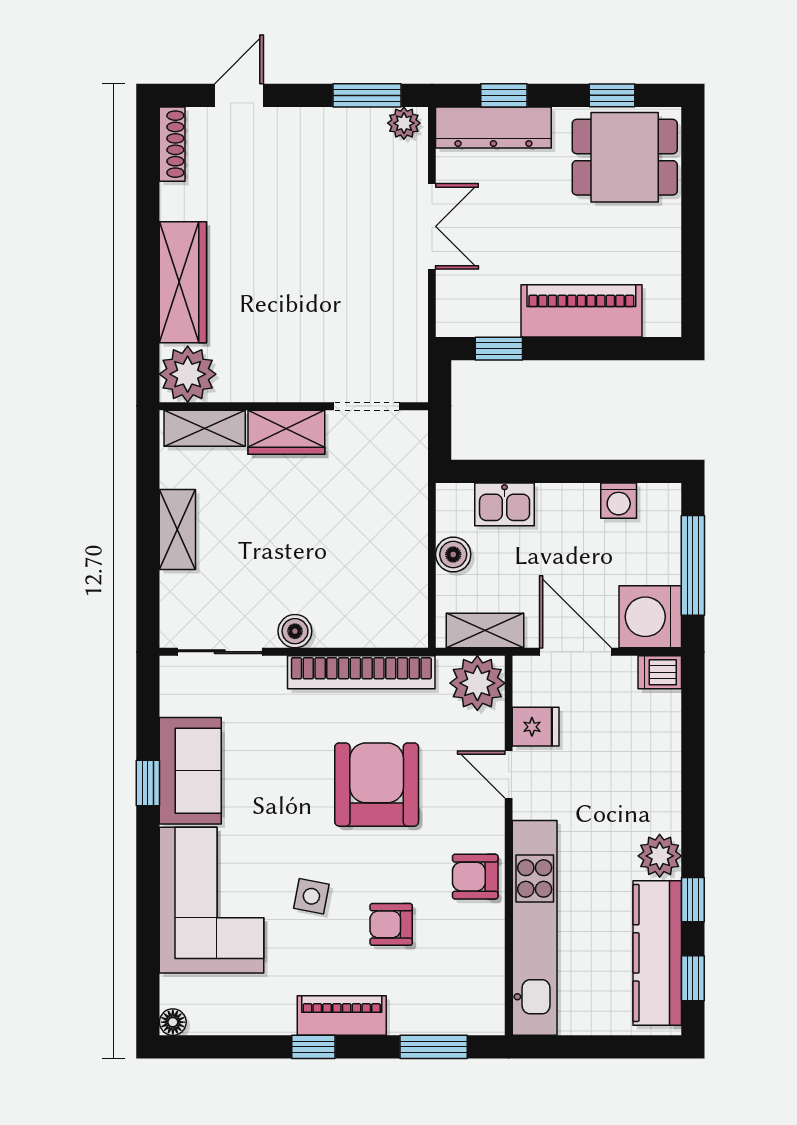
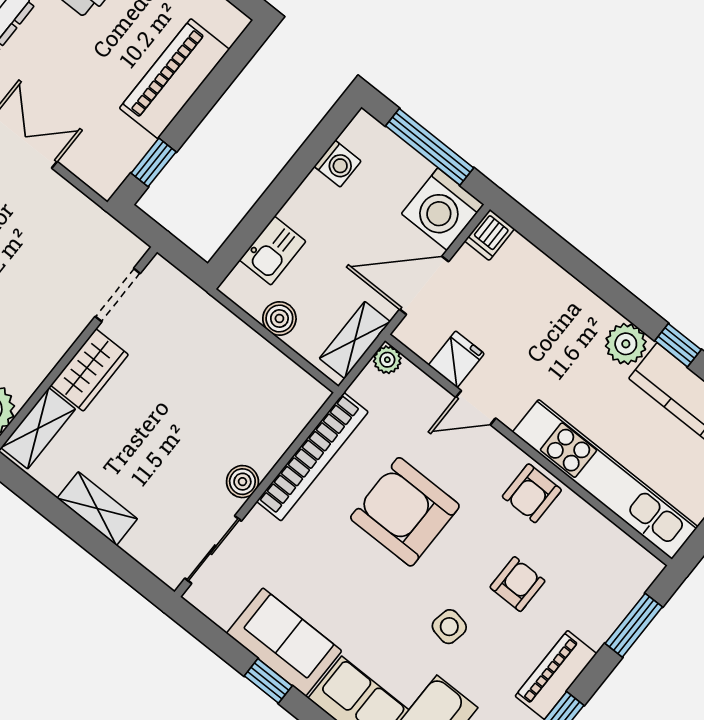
plant: (477, 683) -> (387, 360), width x0.53, depth x0.53
armchair: (391, 924) -> (517, 584), turned 180

